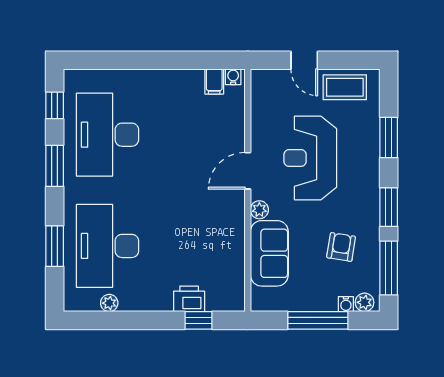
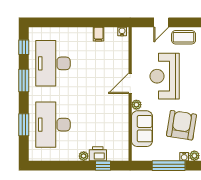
door: (304, 60) -> (161, 22), hinge flipped
filing cabinet: (214, 81) -> (99, 34), moved
armchair: (341, 247) -> (181, 125), width x1.88, depth x1.88
plant: (109, 303) -> (84, 156), moved

